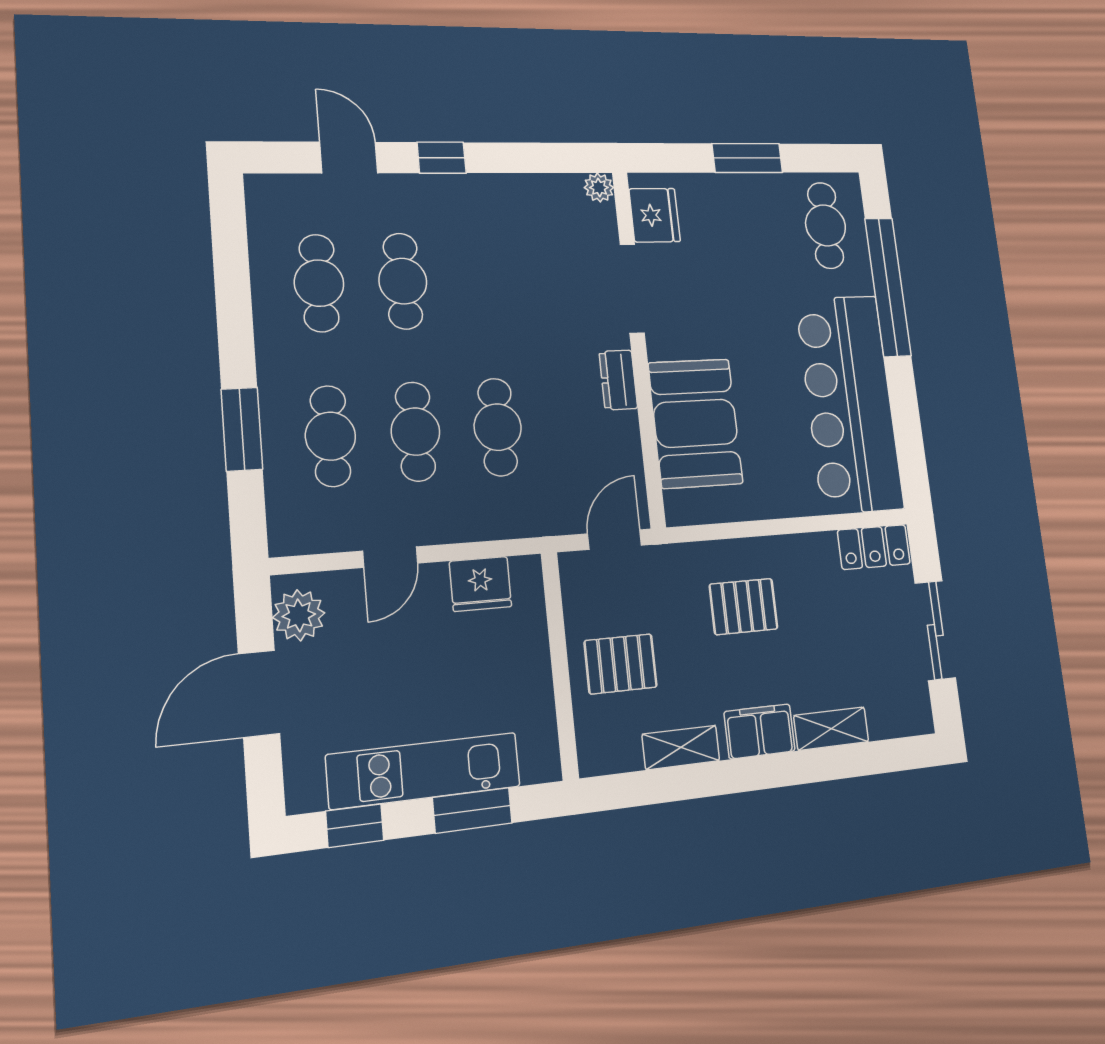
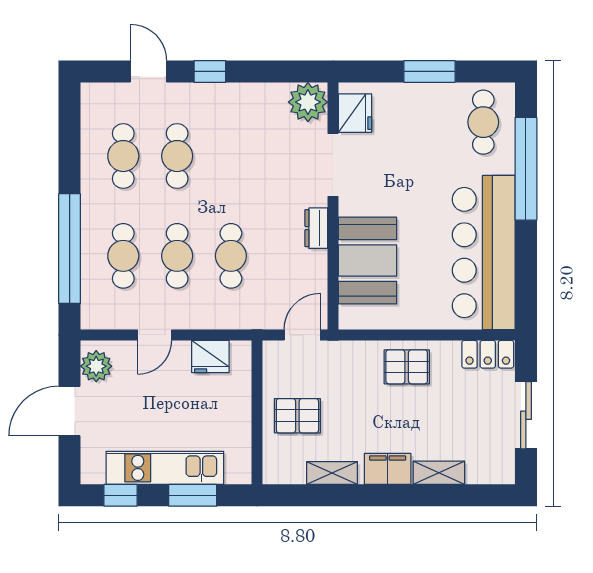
plant: (599, 188) -> (308, 102), width x1.87, depth x1.87
window: (242, 429) -> (70, 249), width x2.11
pallet: (744, 607) -> (407, 367), moved

